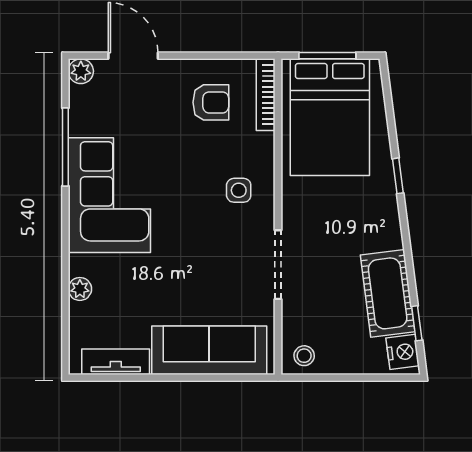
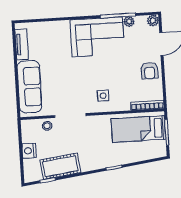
armchair: (211, 102) -> (150, 71), moved
bed: (330, 117) -> (139, 129), width x0.67
plant: (80, 289) -> (129, 22), moved
nightstand: (403, 352) -> (29, 151), moved, turned 97
stool: (304, 356) -> (47, 126), moved

